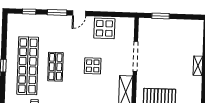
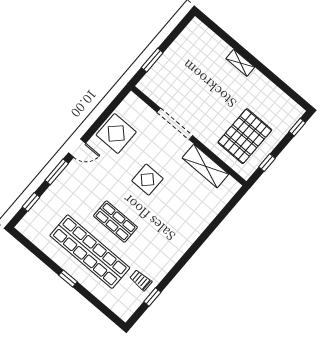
door: (79, 13) -> (77, 148), hinge flipped

